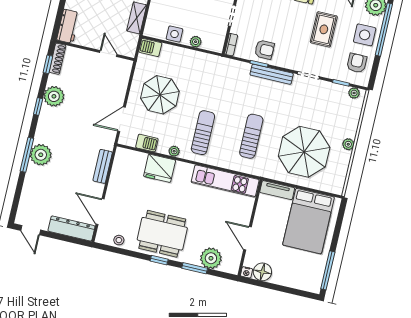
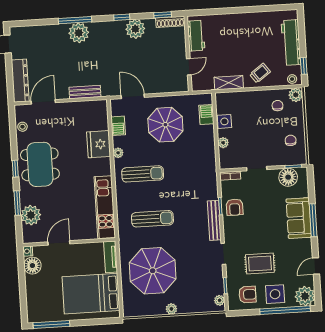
workbench: (68, 26) -> (196, 36), moved, turned -90
rug: (324, 29) -> (260, 264), moved
barbecue: (150, 47) -> (206, 114), moved

